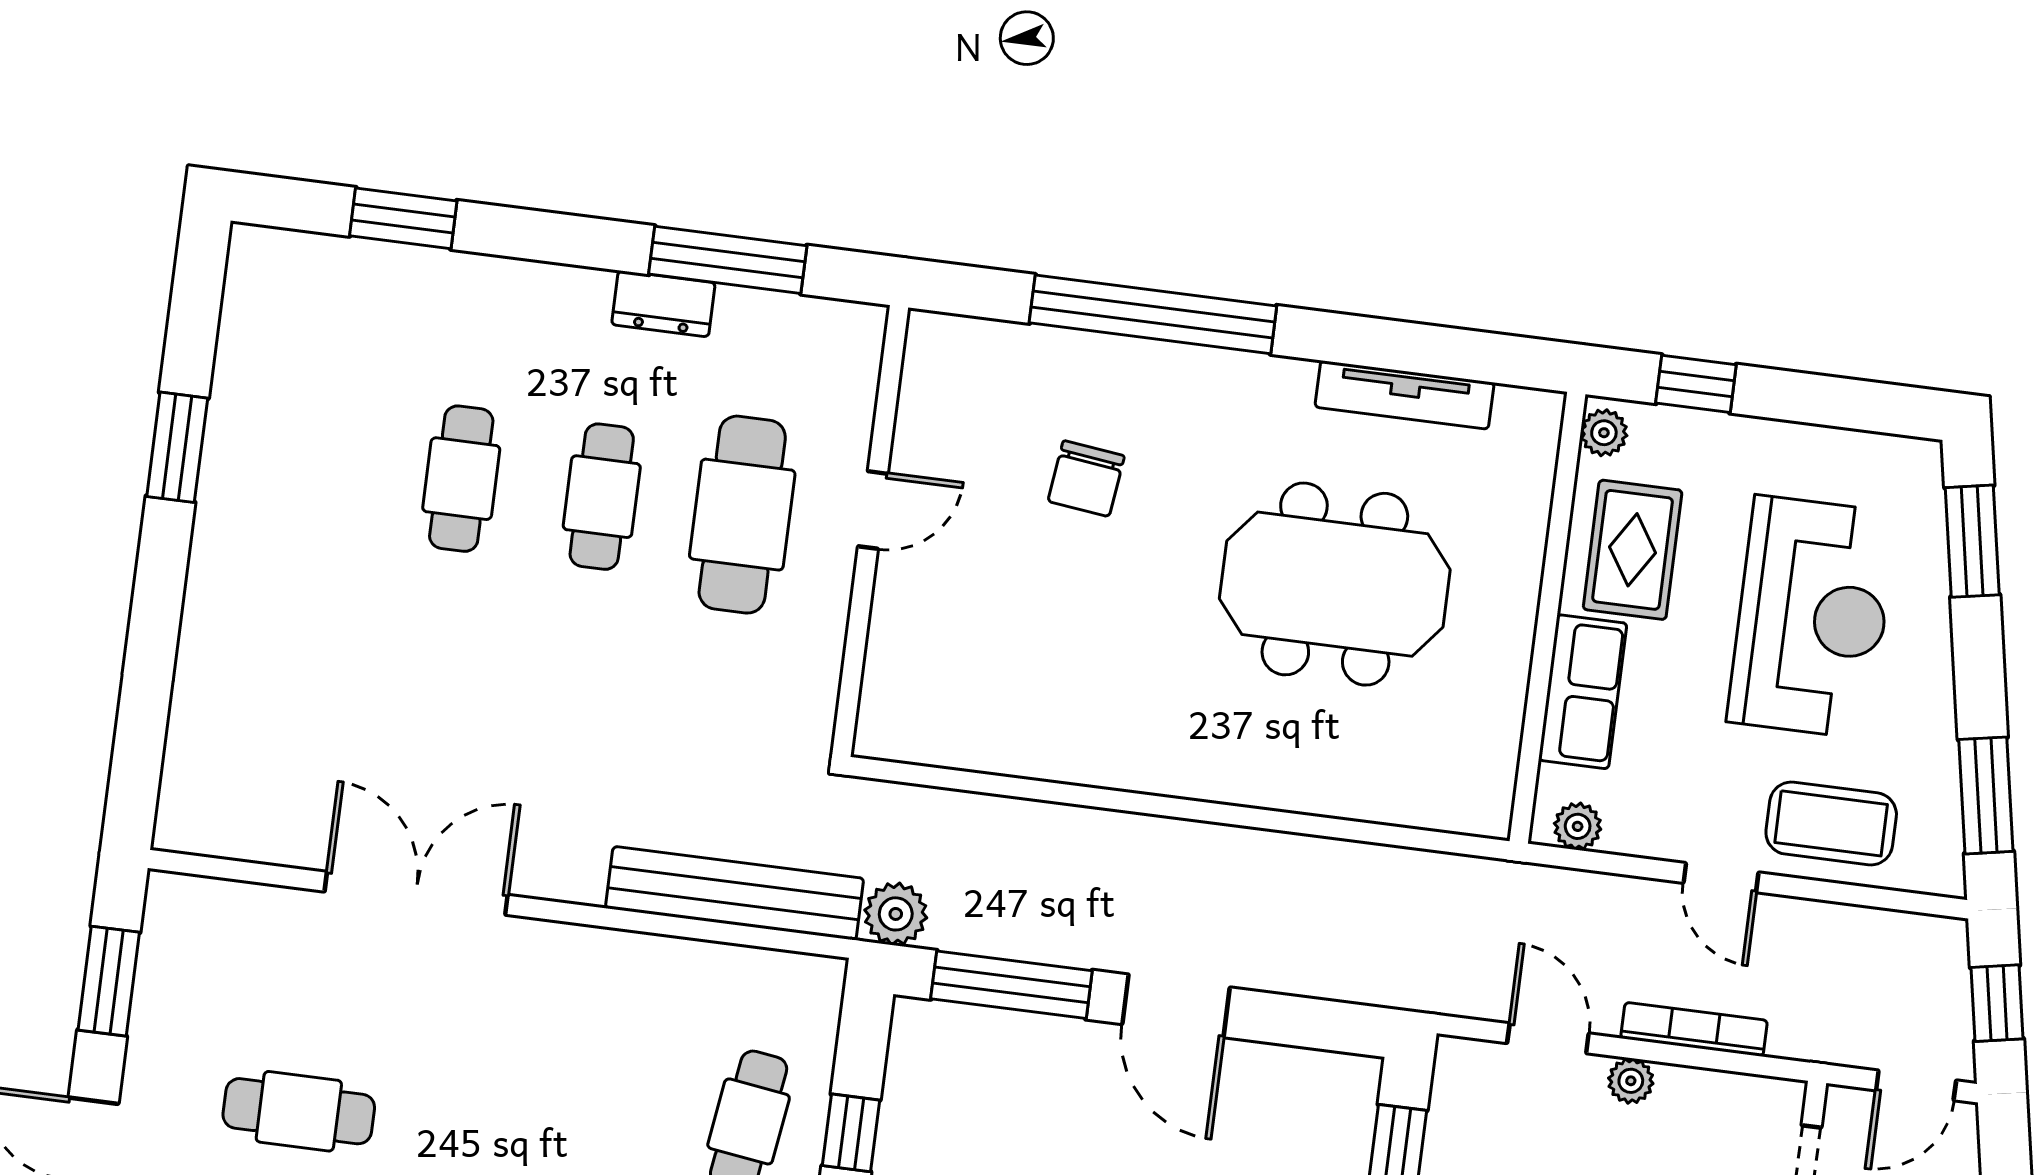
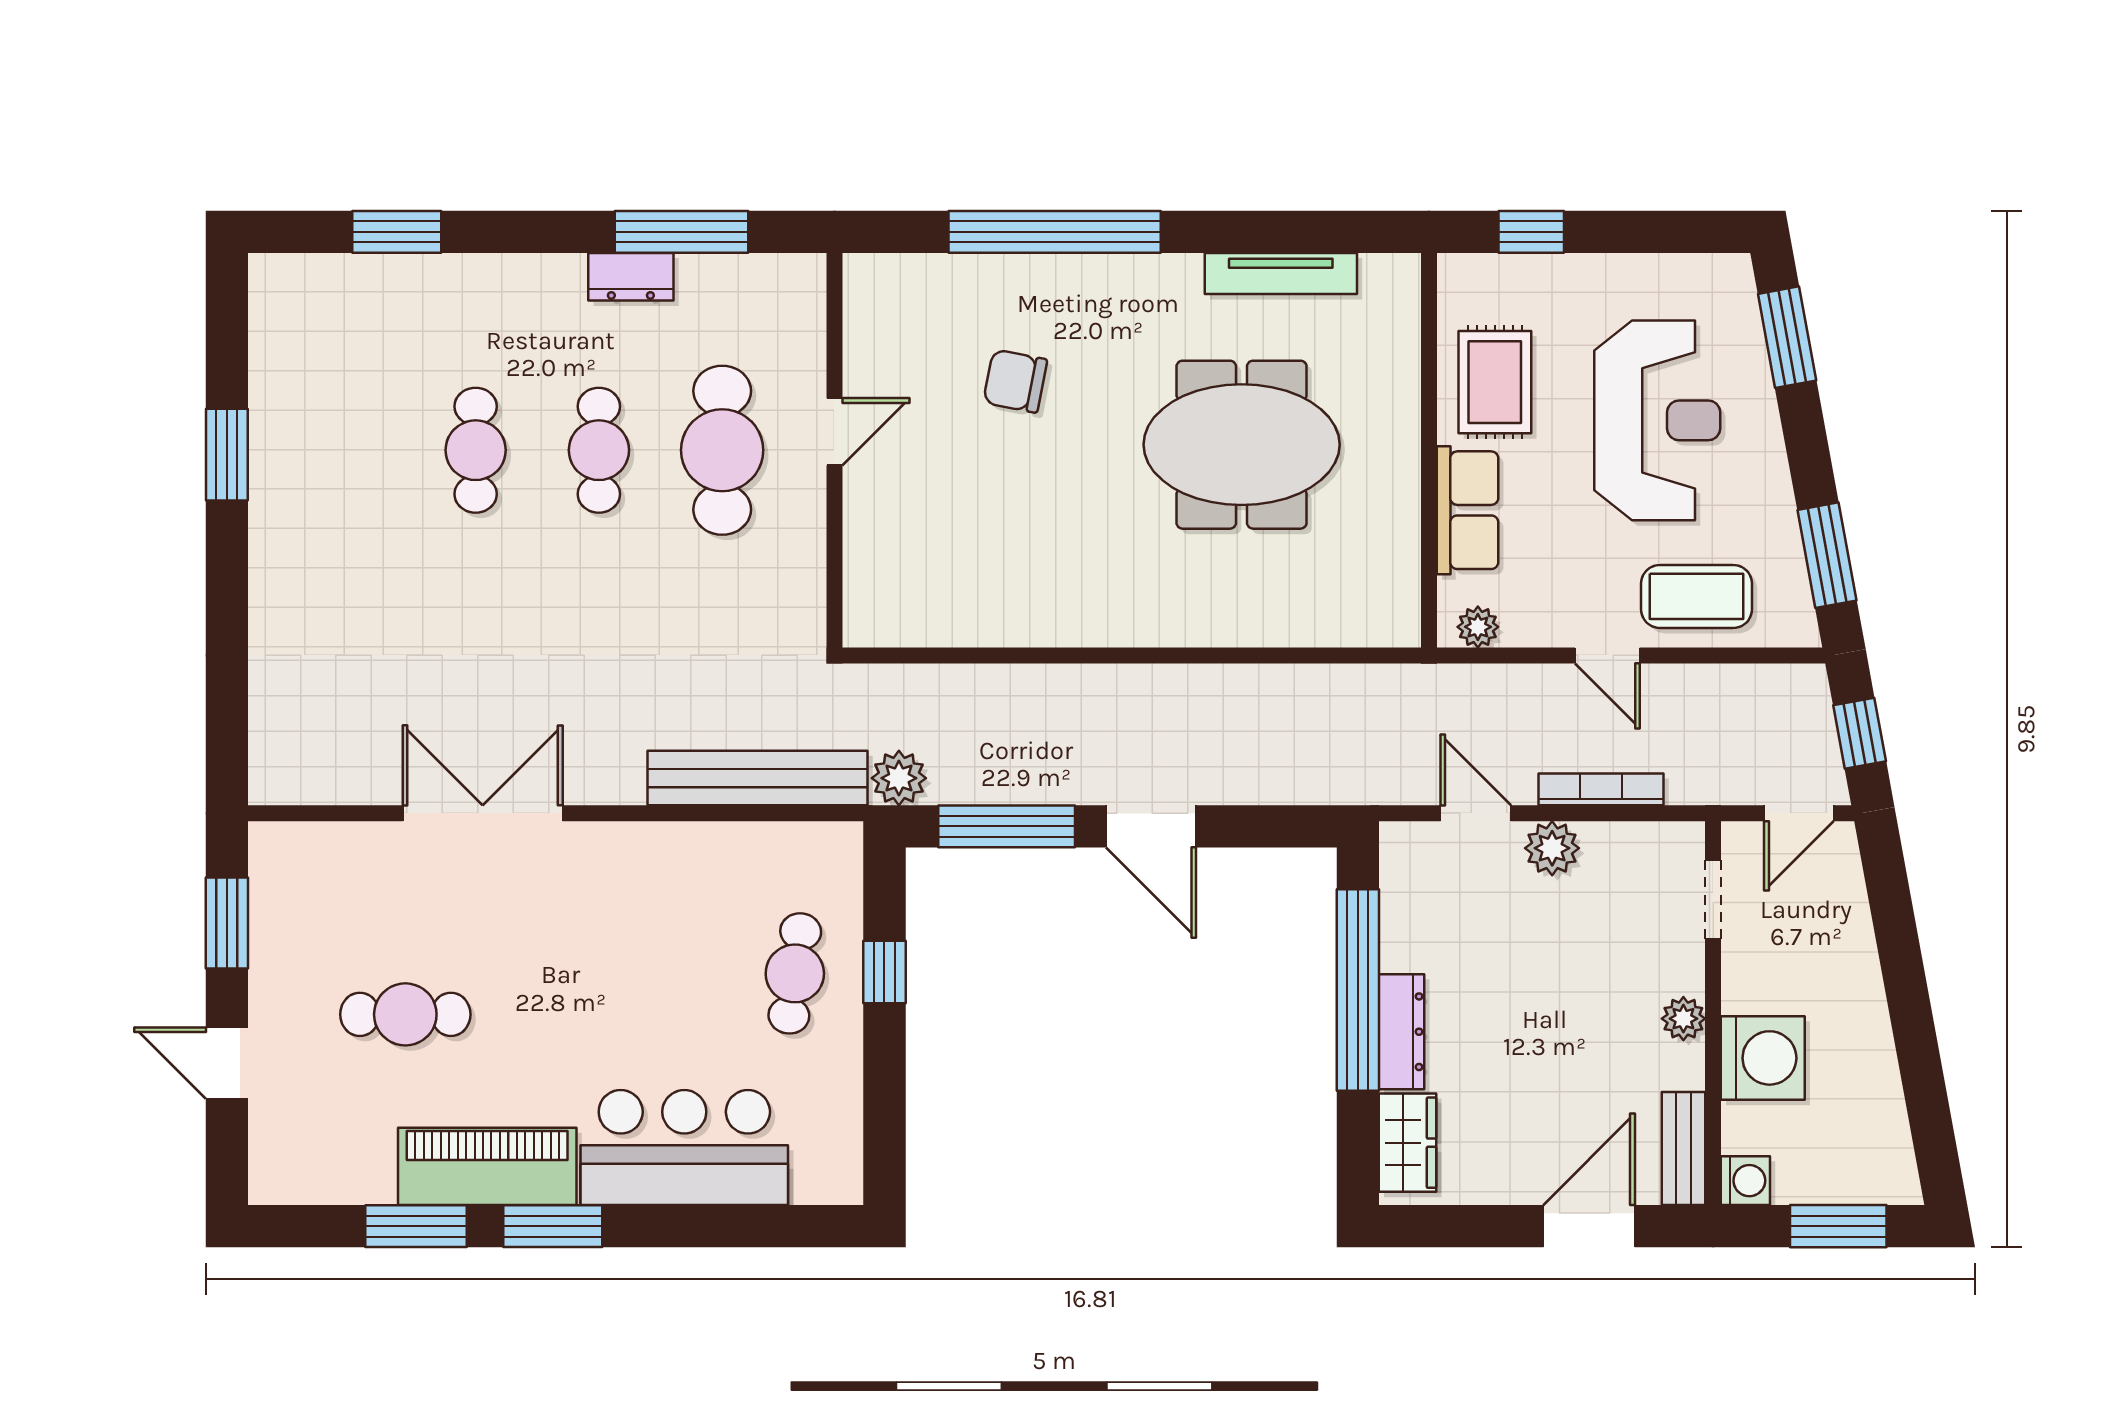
plant: (1604, 433) -> (1457, 284), removed
chair: (1086, 479) -> (1015, 381), turned 94
plant: (1631, 1081) -> (1552, 848), width x1.38, depth x1.38

